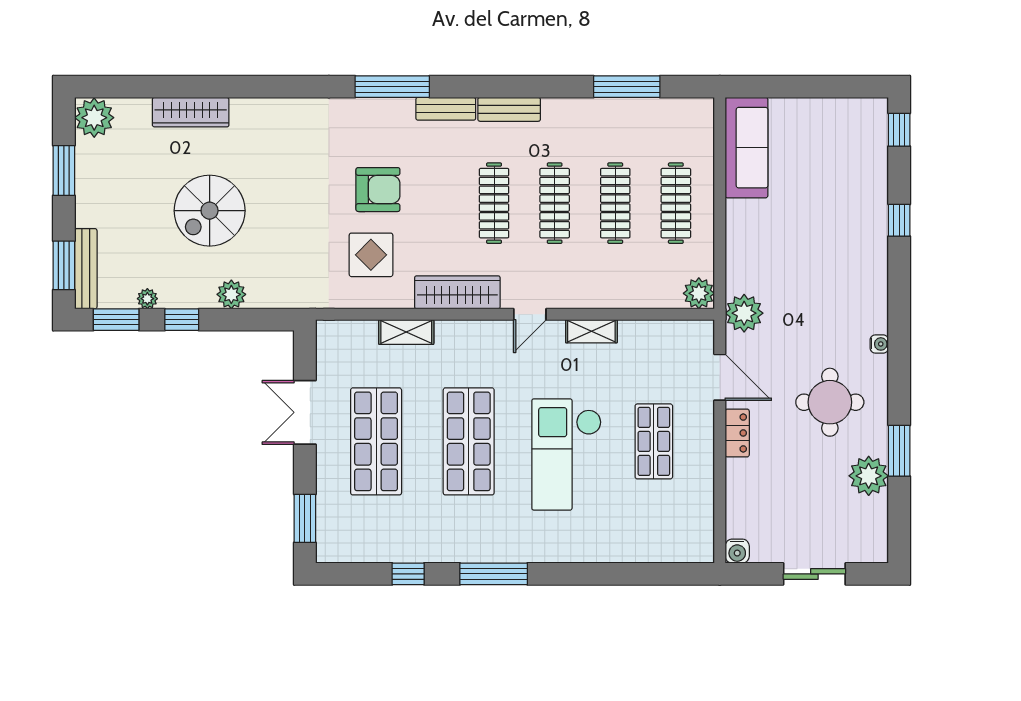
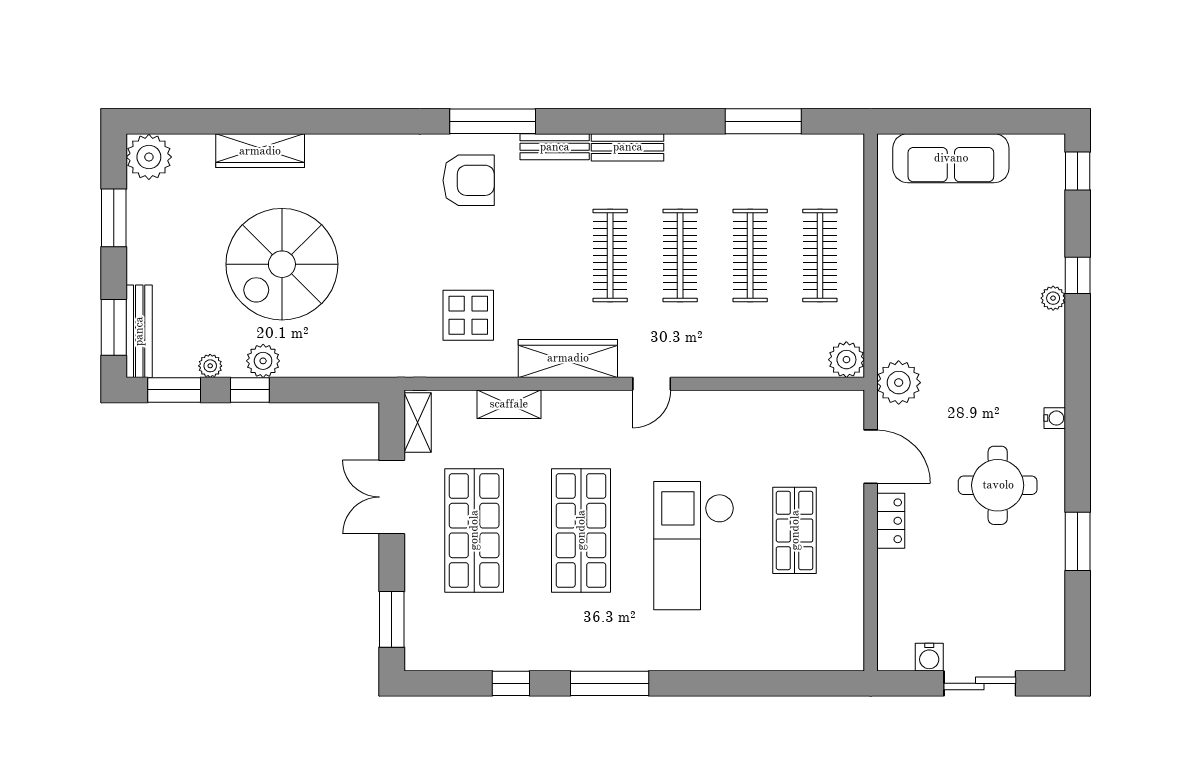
sofa: (746, 148) -> (951, 158), moved, turned 90
armchair: (378, 190) -> (469, 180), moved
spiral stairs: (210, 211) -> (282, 264), width x1.37, depth x1.37
plant: (231, 294) -> (263, 361), moved
shelving: (591, 331) -> (418, 422), moved, turned 90
plant: (869, 476) -> (1053, 298), moved, width x0.53, depth x0.53
water cooler: (737, 551) -> (929, 657), moved

